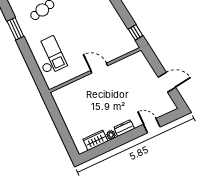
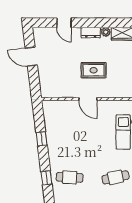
window: (136, 32) -> (42, 139), moved
rug: (106, 96) -> (94, 70), added

